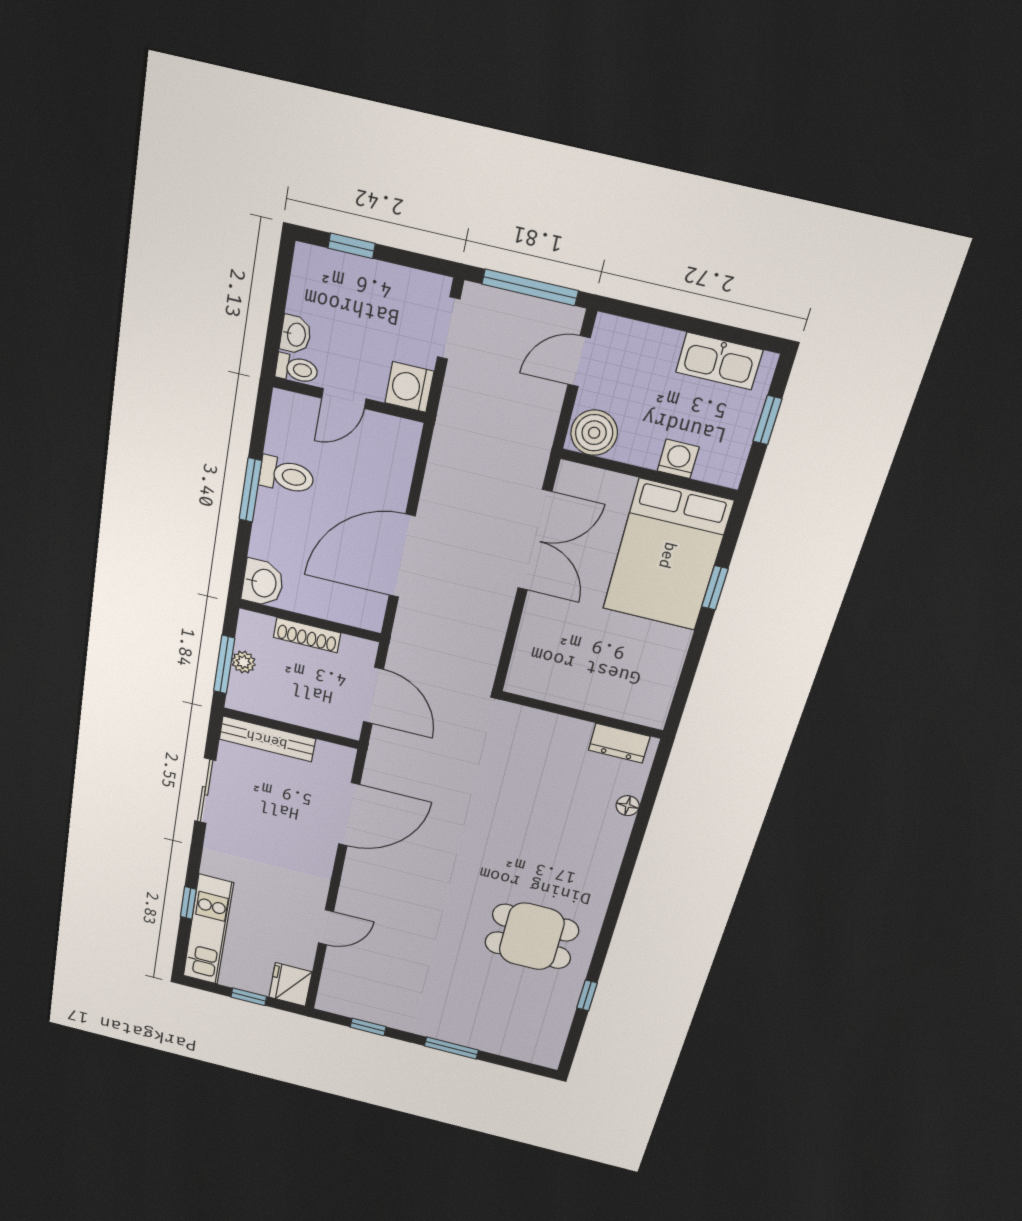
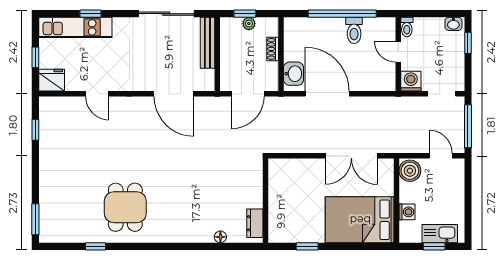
washbasin: (296, 335) -> (453, 24), moved
kitchen sink: (719, 361) -> (440, 234), moved, turned 90
window: (250, 490) -> (342, 14), width x2.11
washbasin: (263, 583) -> (294, 74), moved, turned -90
window: (715, 588) -> (307, 246), moved
shoe rack: (307, 635) -> (273, 49), width x0.70
window: (224, 665) -> (245, 14), width x0.67
sliding door: (205, 791) -> (166, 14), width x1.37
window: (451, 1048) -> (35, 219), moved

